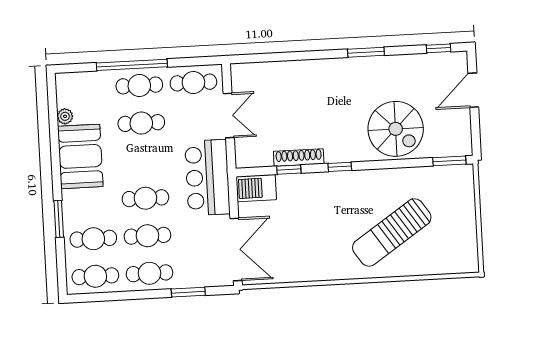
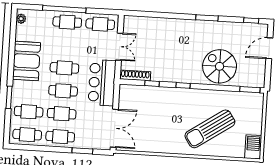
plant: (65, 116) -> (21, 19), moved
cafe table: (141, 123) -> (64, 68), moved
spiral stairs: (396, 129) -> (220, 66), turned 180
shoe rack: (299, 157) -> (135, 75), moved
barbecue: (256, 188) -> (253, 147), moved, turned 90

